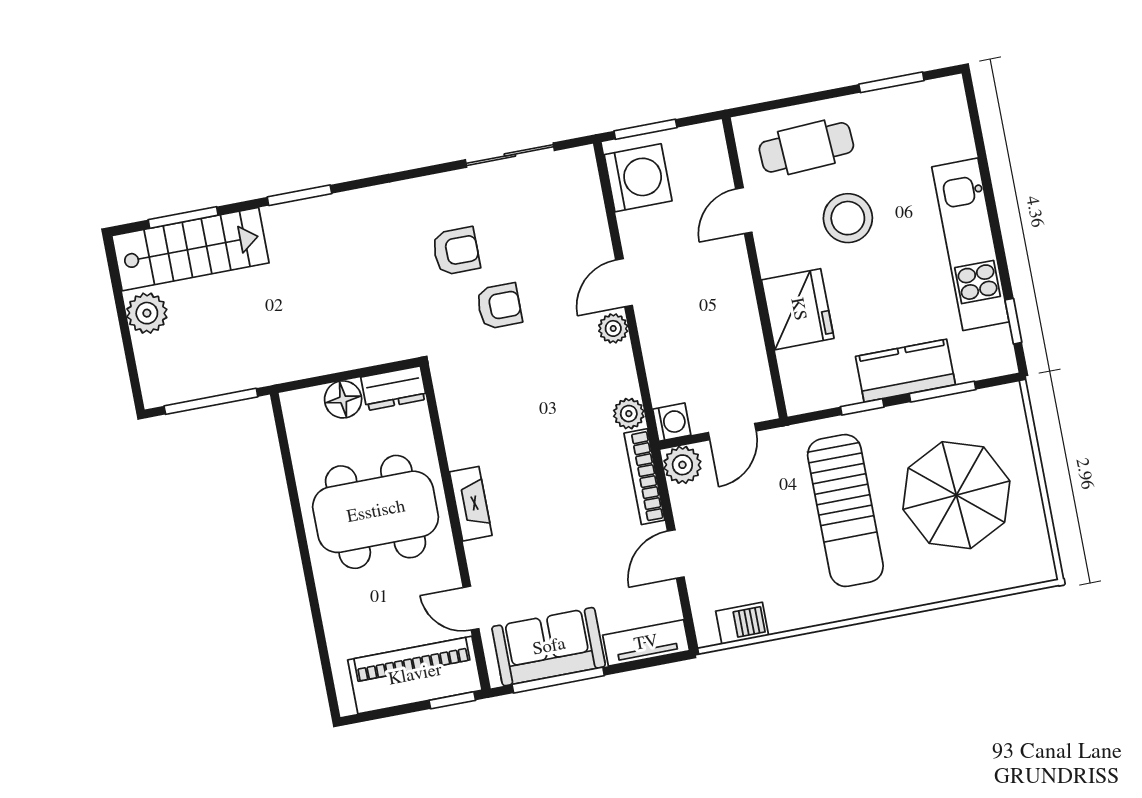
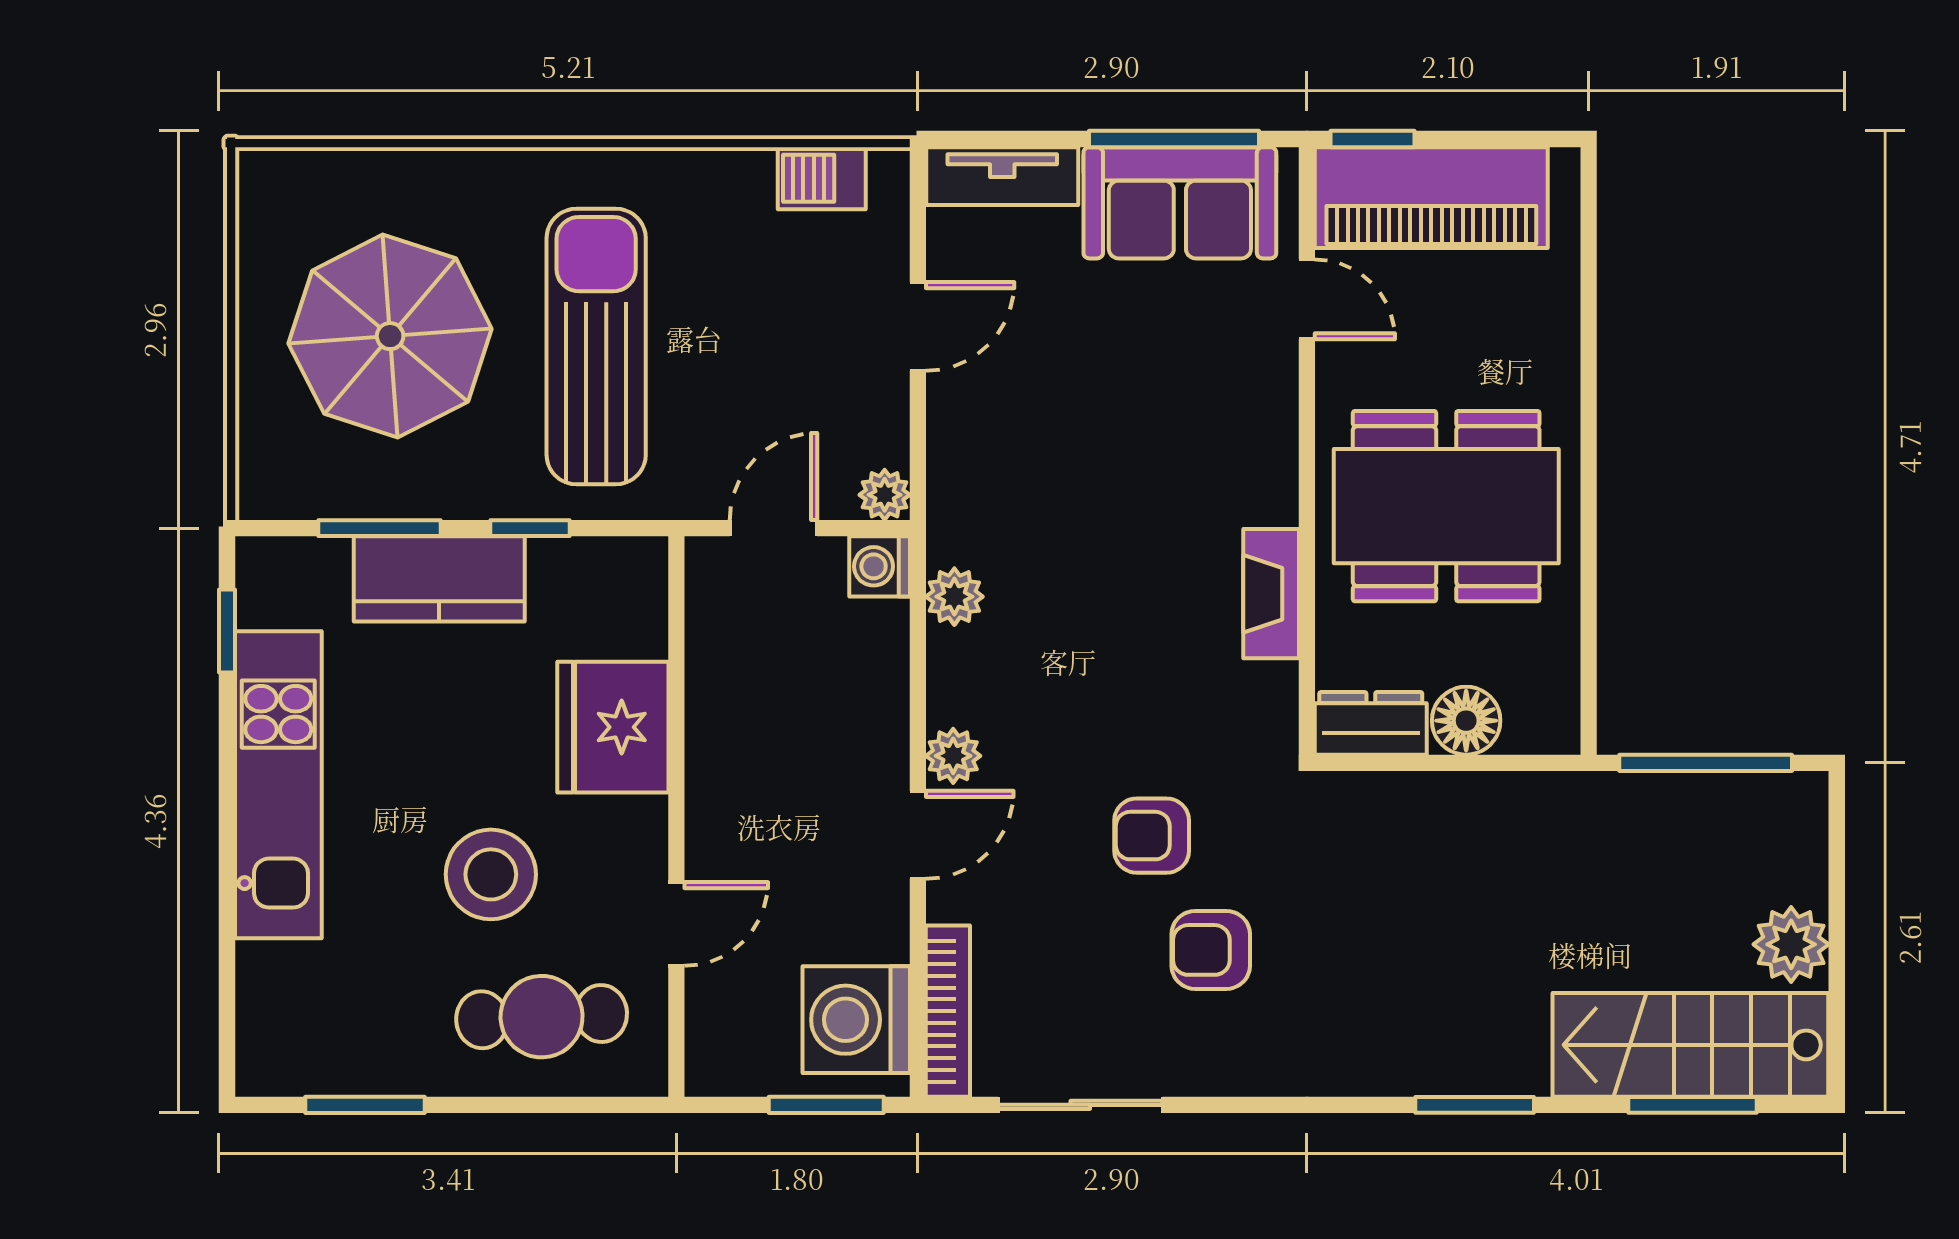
plant: (682, 465) -> (885, 495), width x0.73, depth x0.73
bookcase: (644, 477) -> (948, 1011), moved
fireplace: (471, 504) -> (1271, 594), moved

